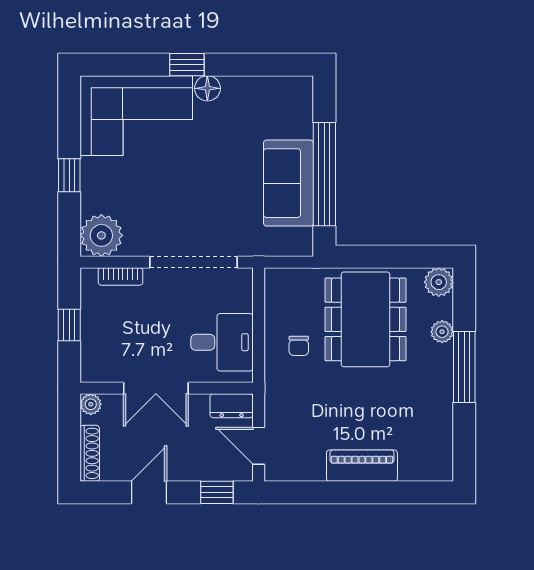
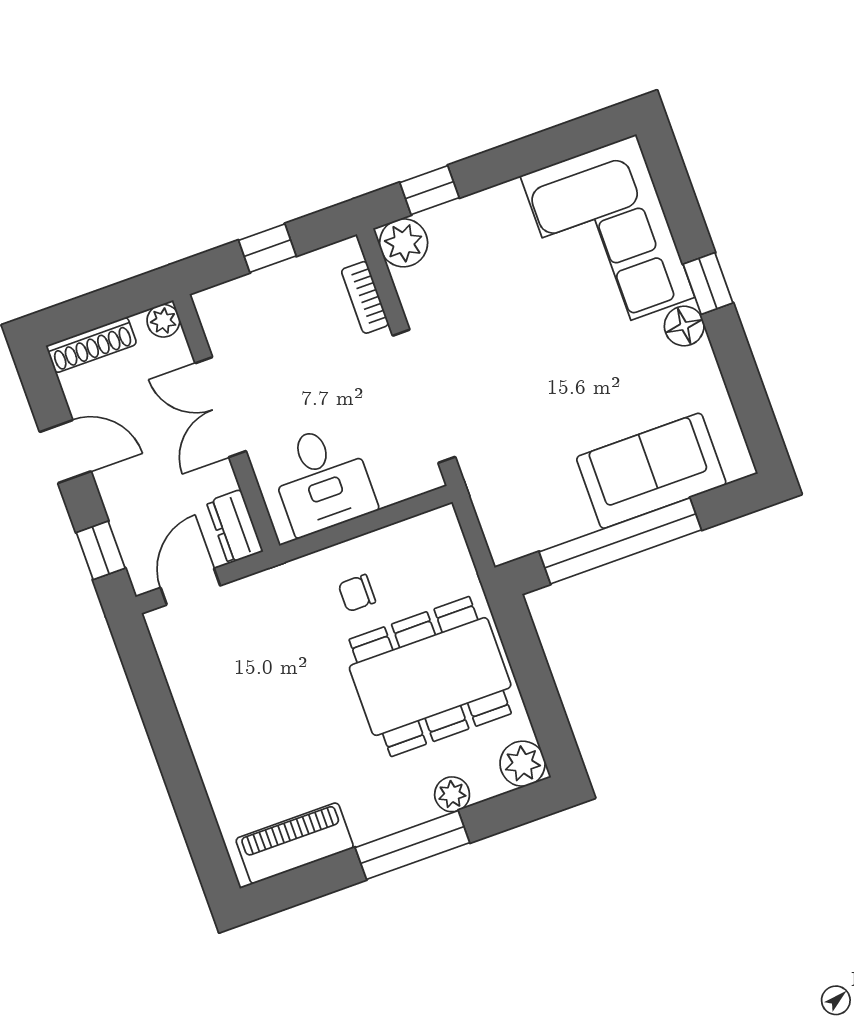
window: (69, 175) -> (429, 190), moved
sofa: (288, 183) -> (651, 471), moved
plant: (101, 235) -> (404, 243), width x0.73, depth x0.73
piano: (362, 466) -> (295, 843), moved, turned -90

